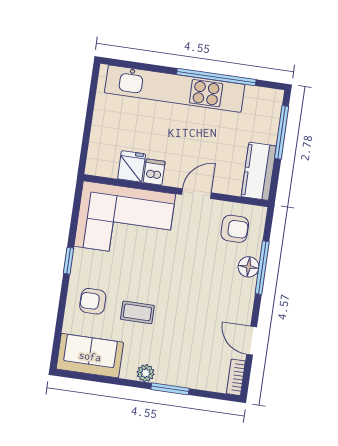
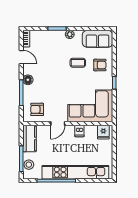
stool: (268, 118) -> (29, 165), added
fridge: (132, 166) -> (103, 132), moved
floor lamp: (249, 267) -> (28, 80), moved

